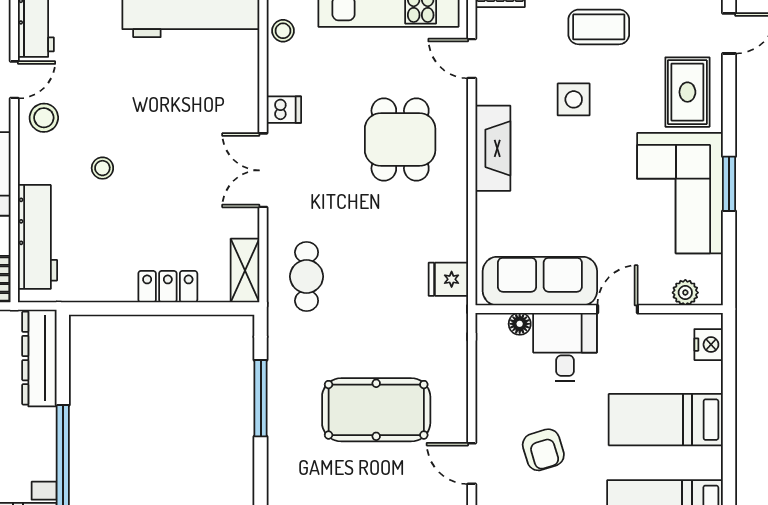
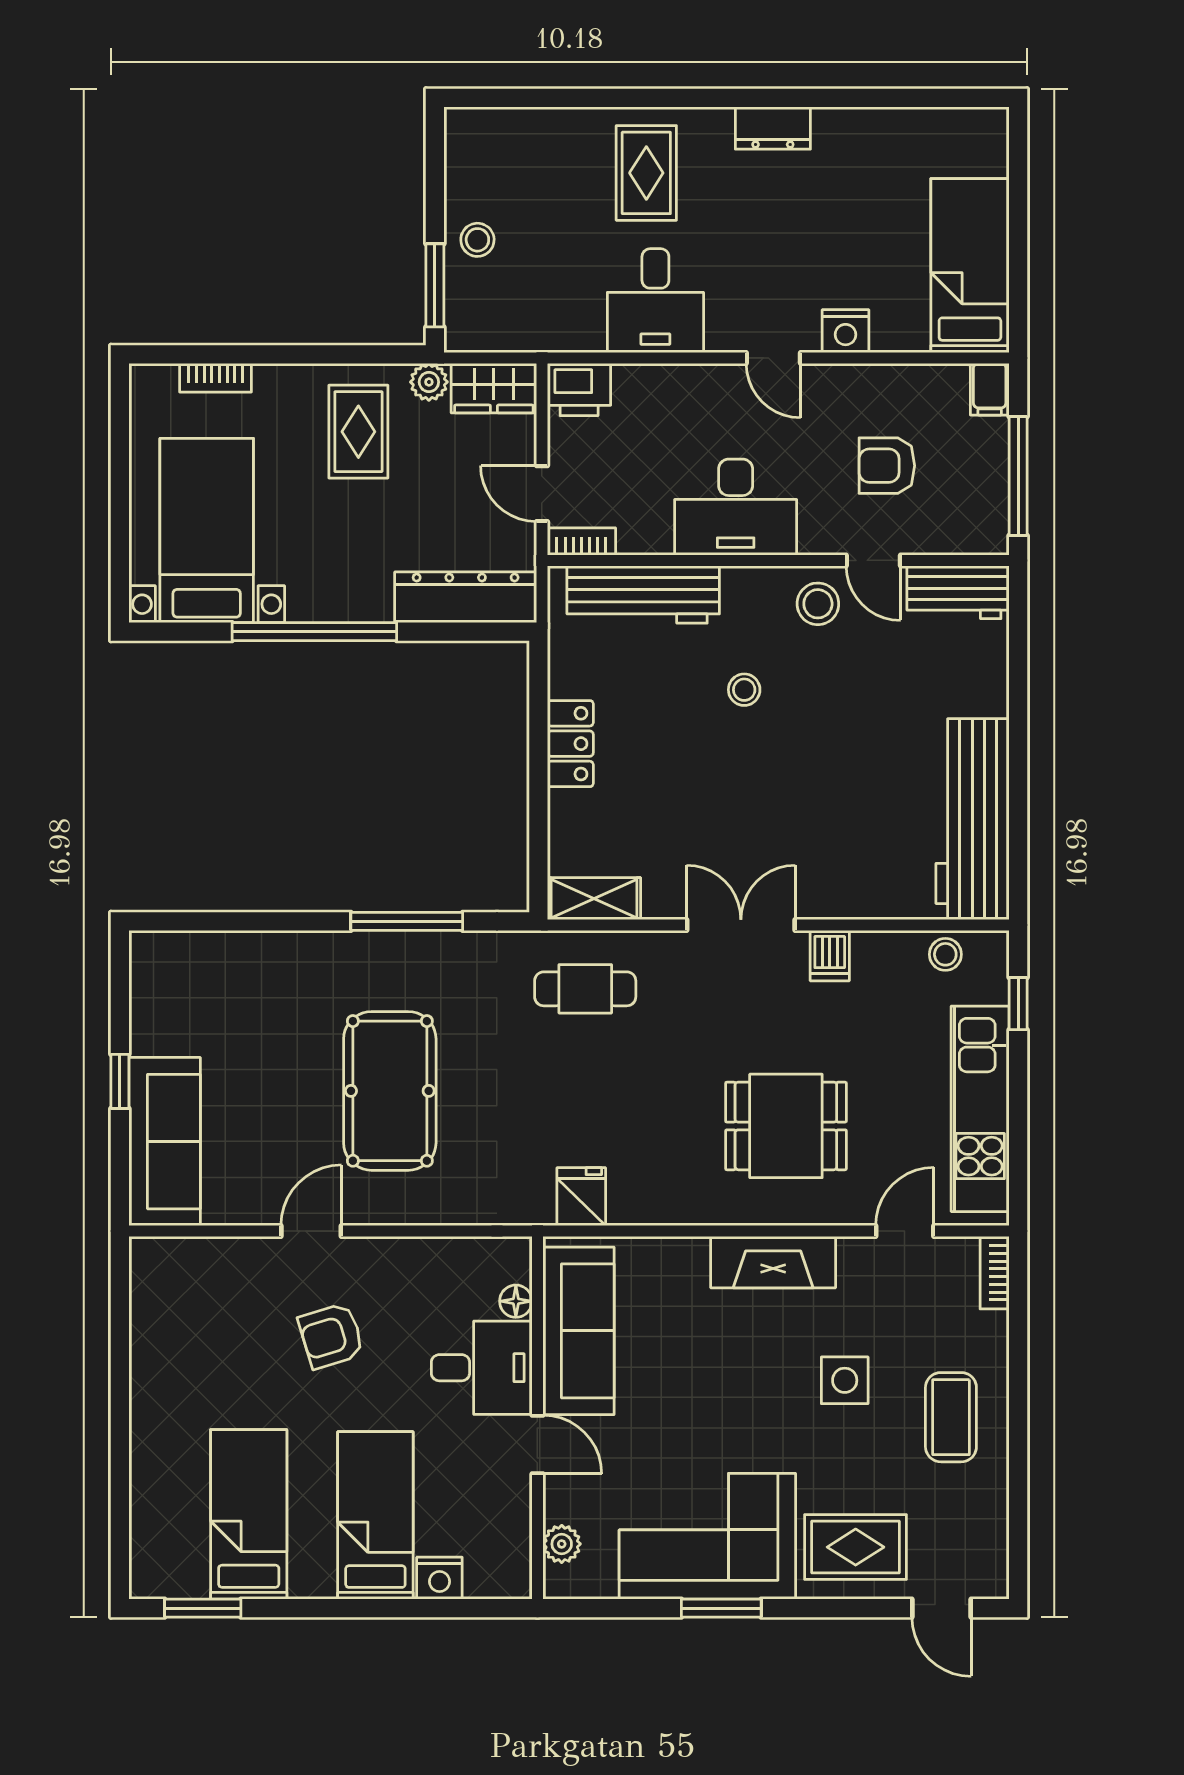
locker: (168, 287) -> (570, 744), moved
nightstand: (709, 345) -> (439, 1578), moved

